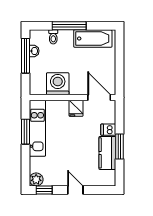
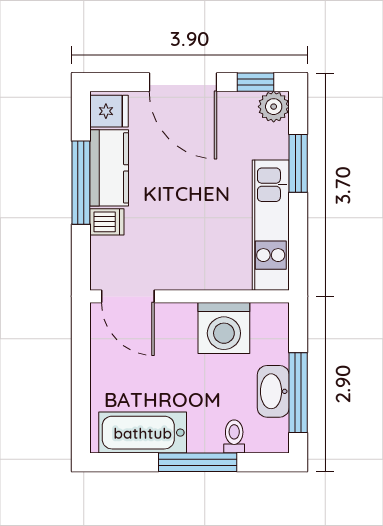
washbasin: (34, 51) -> (273, 391), width x1.91, depth x1.45
fridge: (76, 108) -> (109, 111), moved, turned 90
window: (26, 132) -> (298, 163), moved
window: (120, 147) -> (81, 183), width x1.44
door: (75, 190) -> (183, 82), width x1.88

